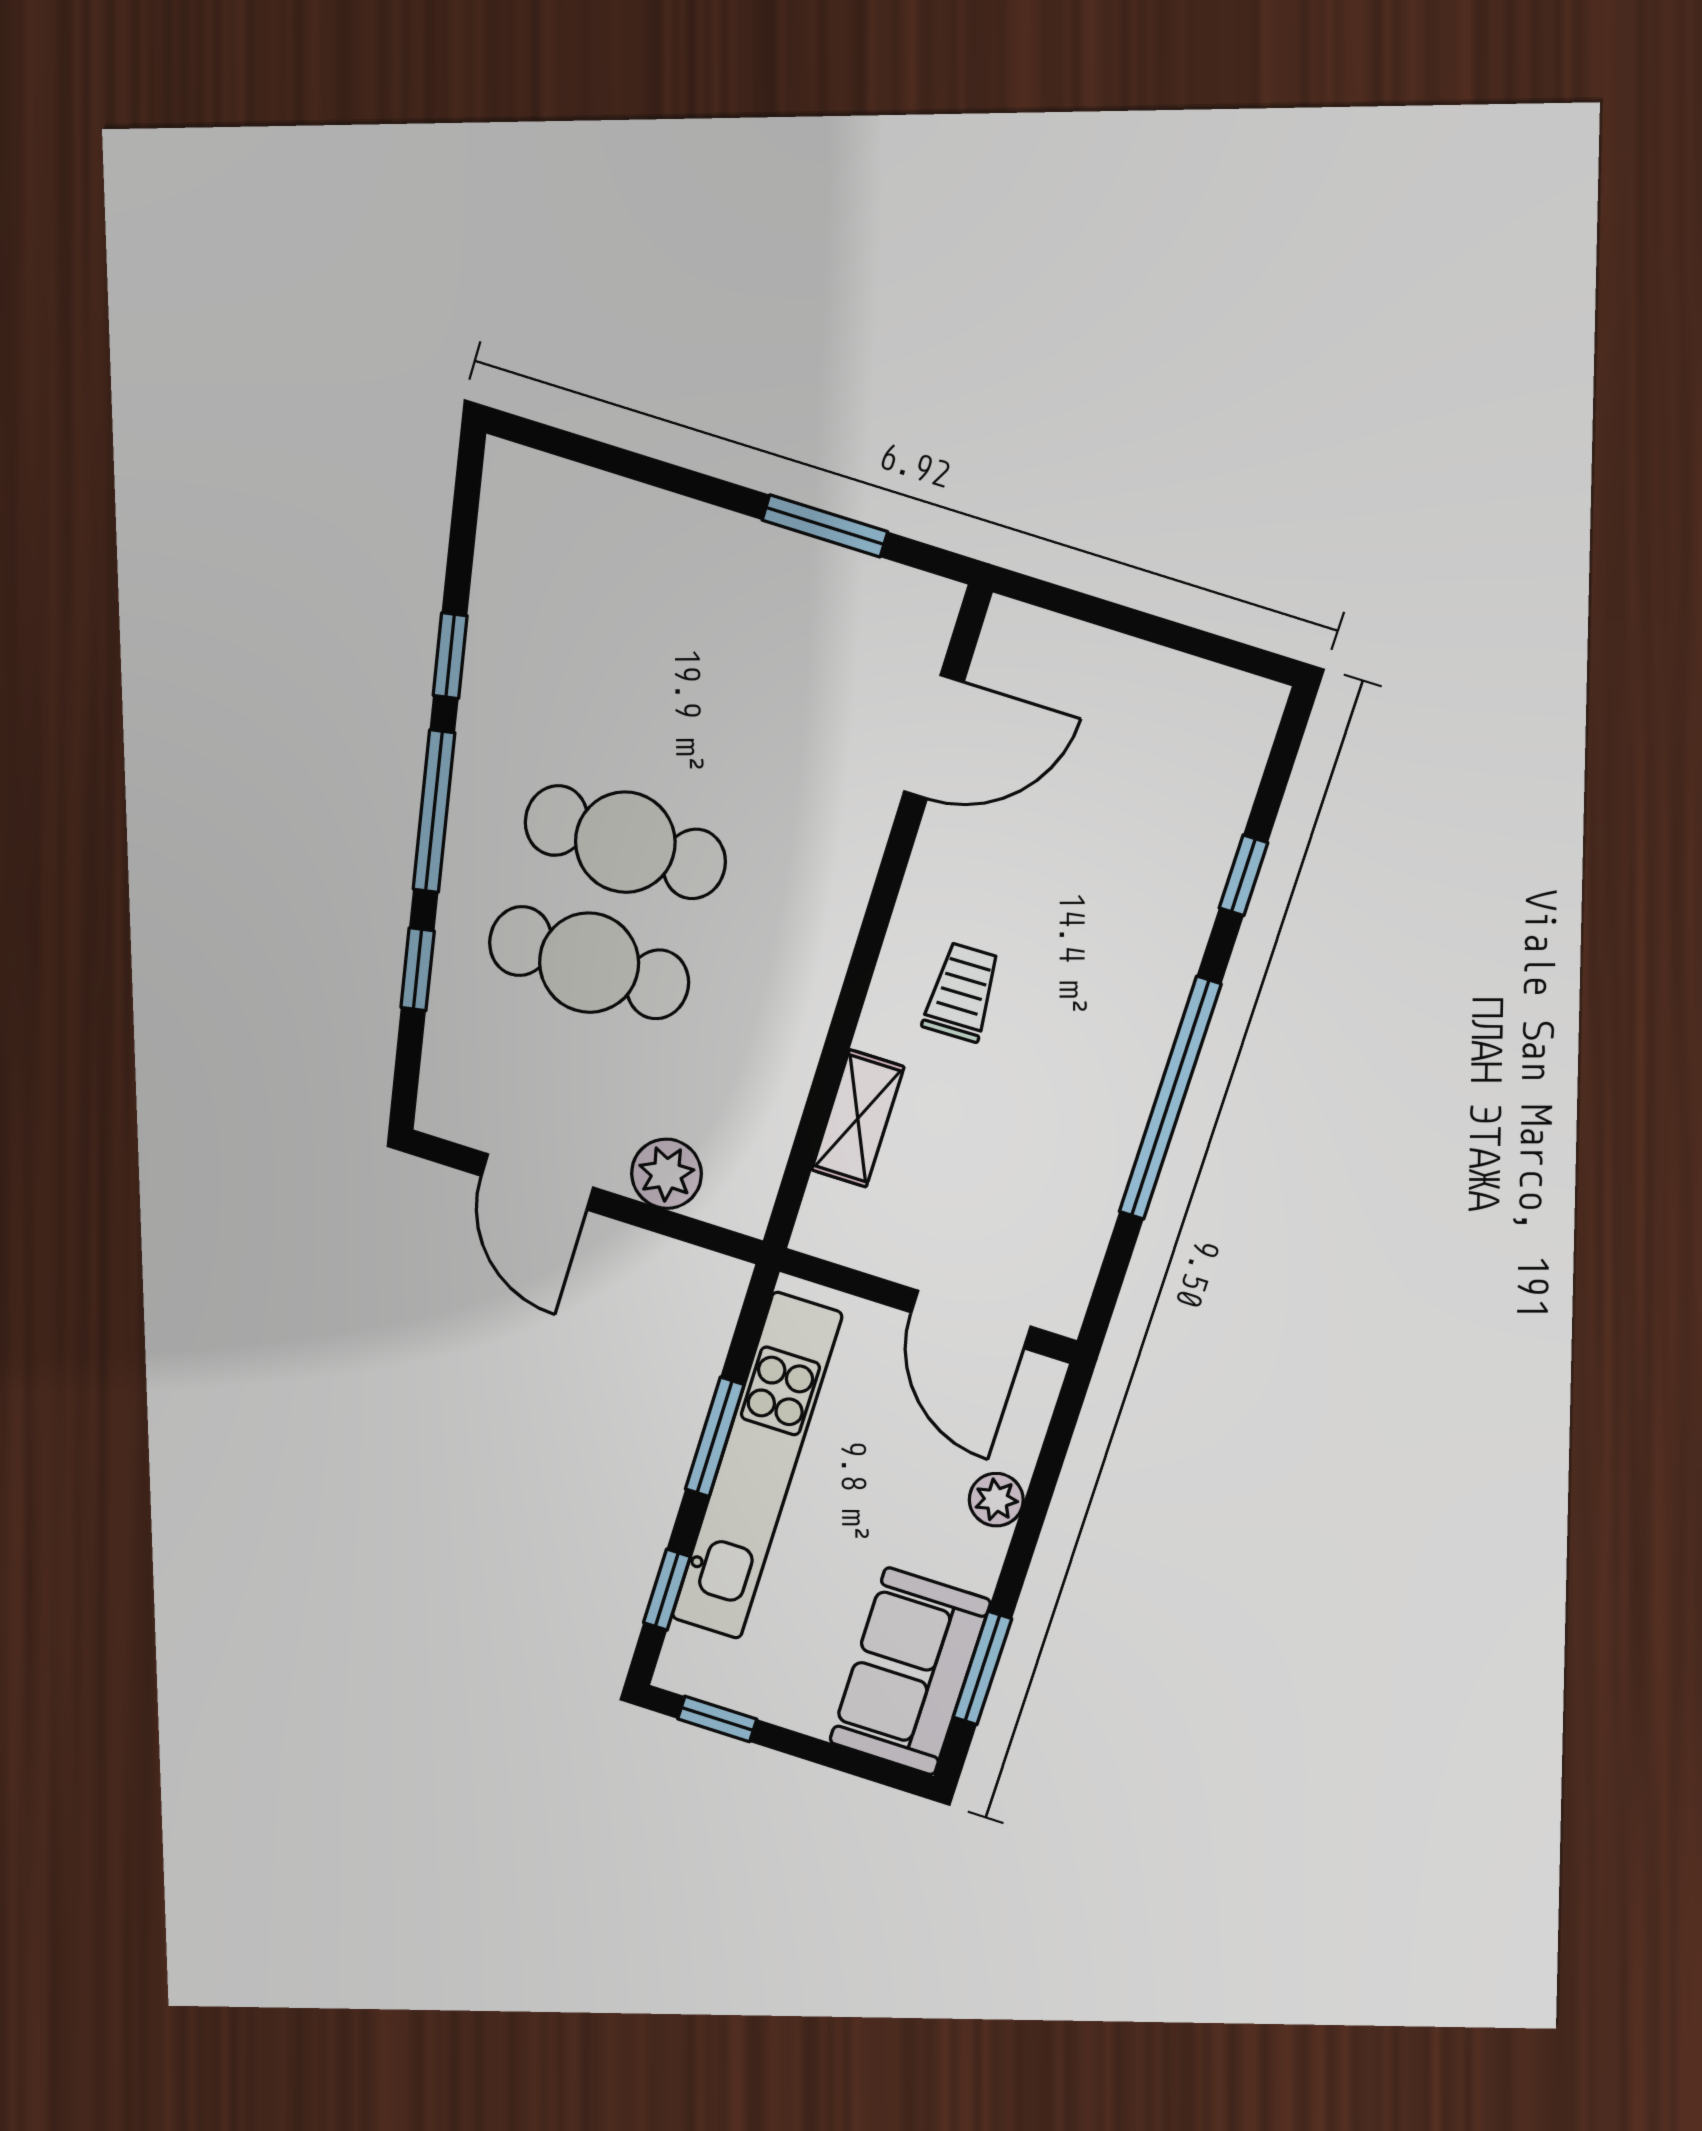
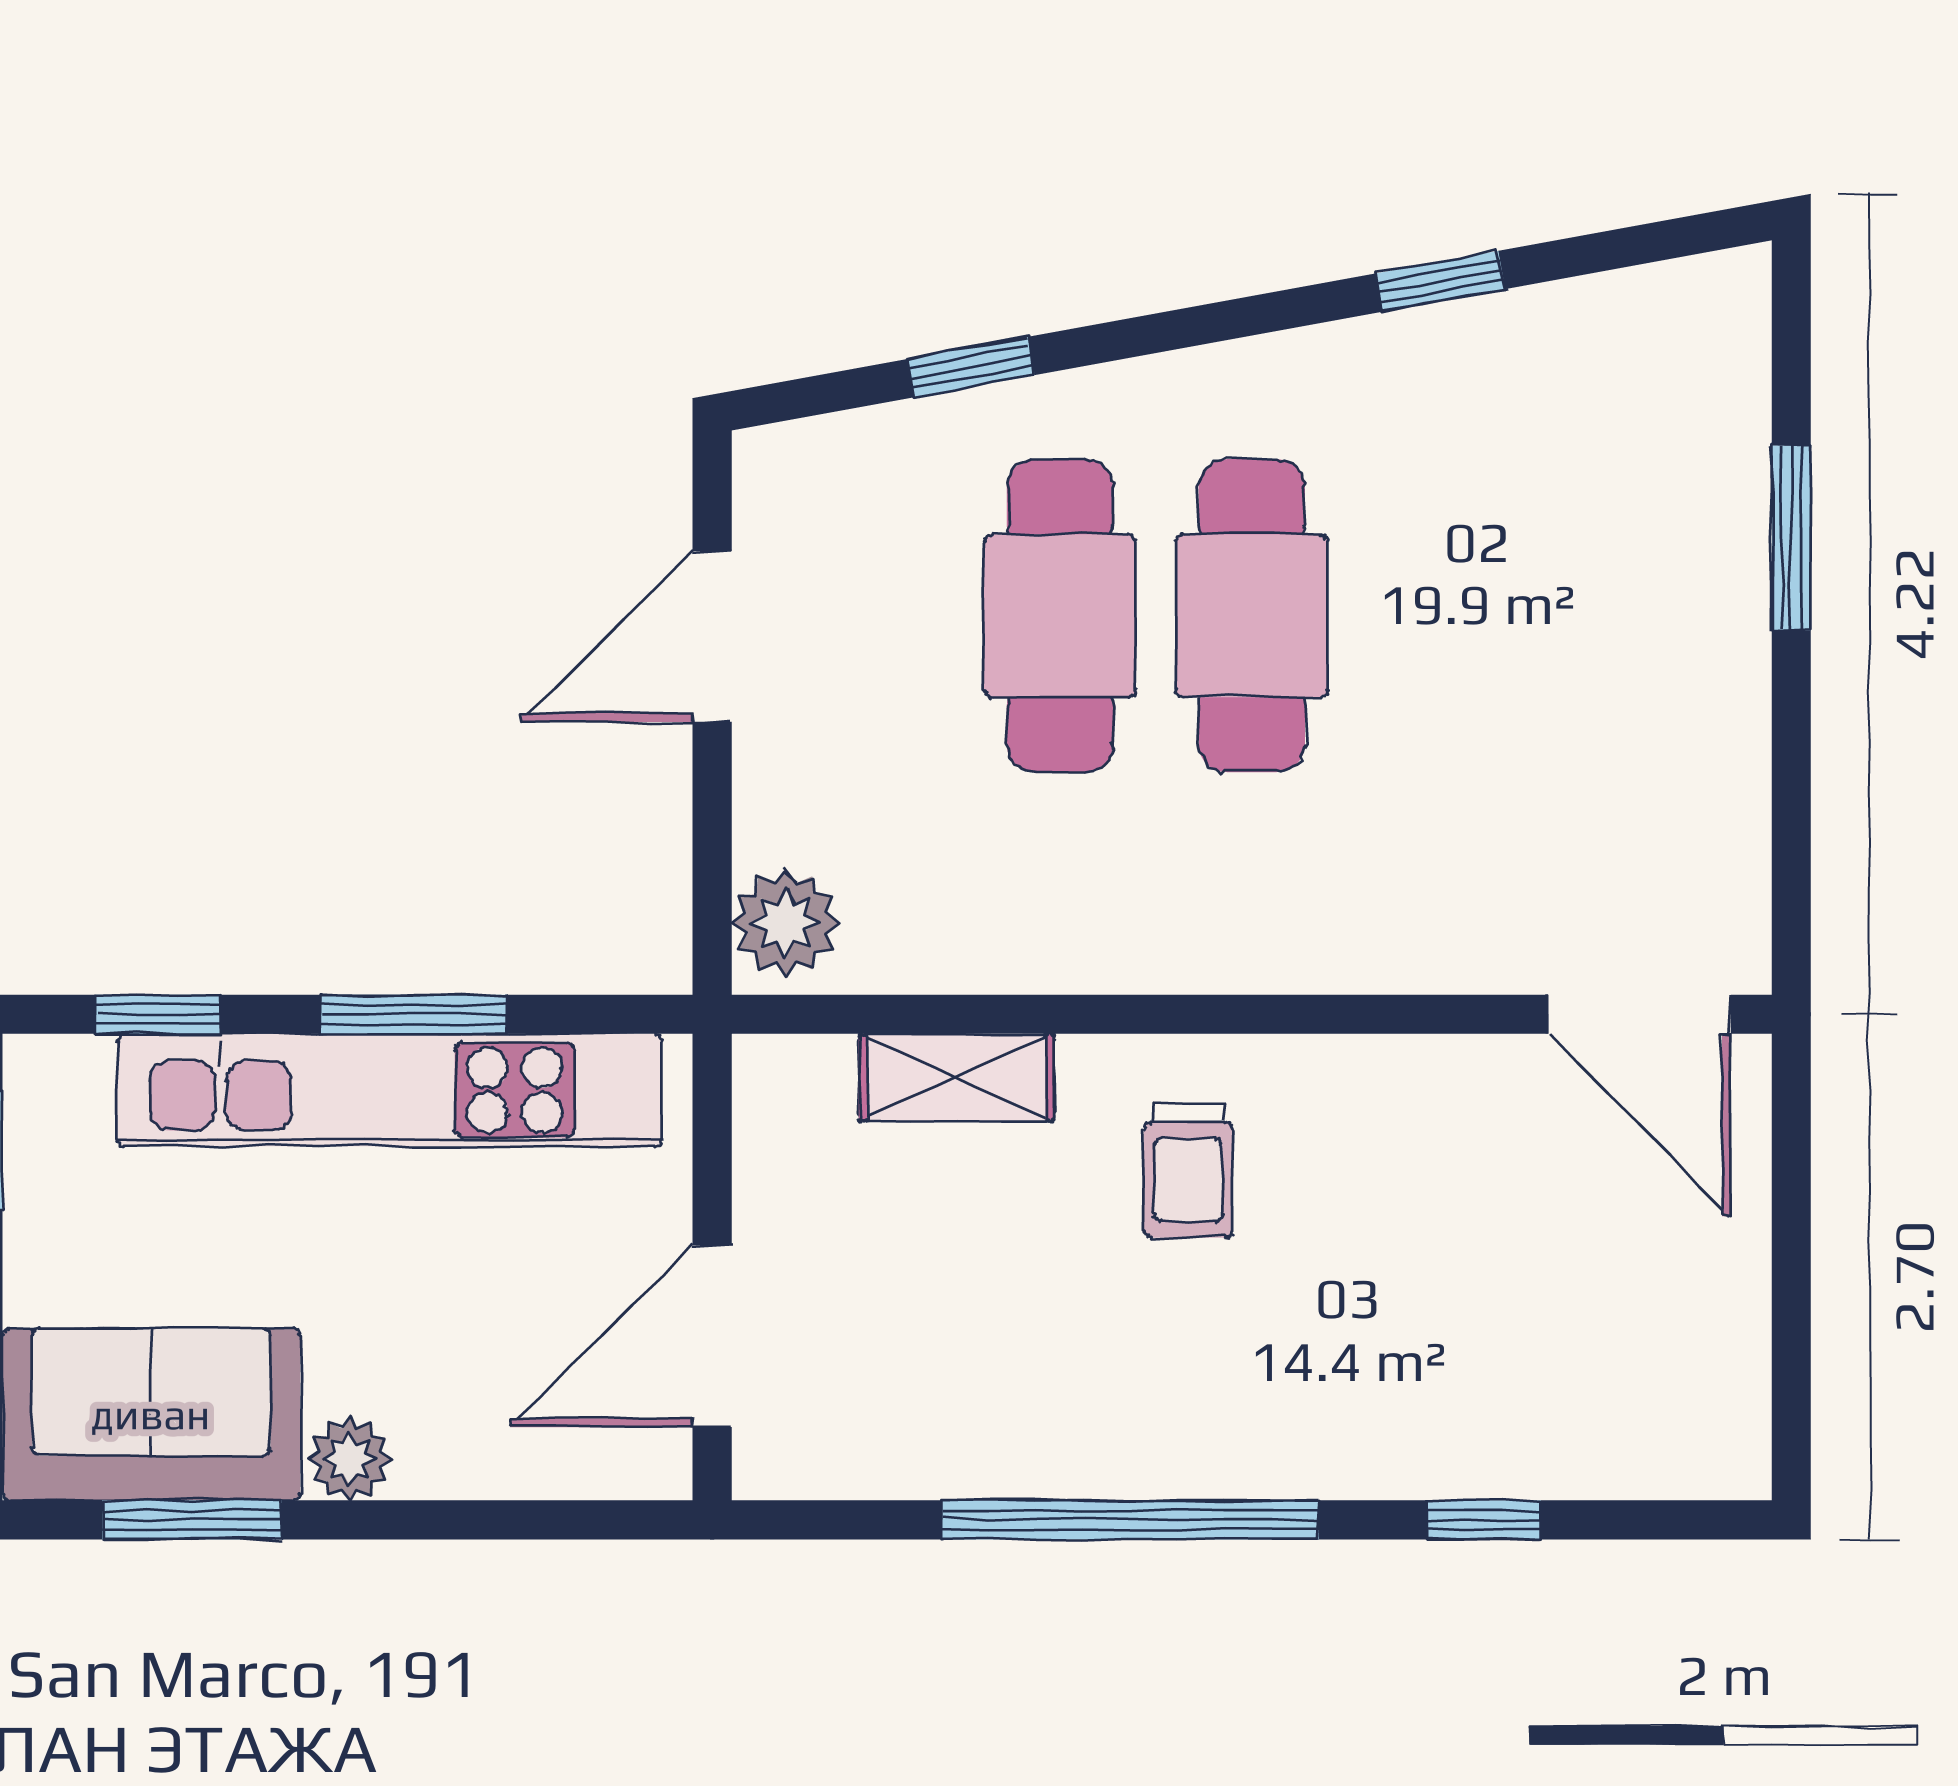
window: (825, 526) -> (1791, 538), moved
door: (934, 737) -> (1640, 1014), moved
window: (434, 811) -> (1209, 324), removed
trolley: (962, 992) -> (1188, 1170), turned 91
plant: (666, 1174) -> (785, 923), moved
plant: (996, 1500) -> (350, 1459), moved

